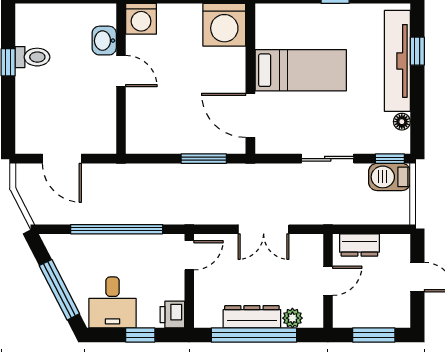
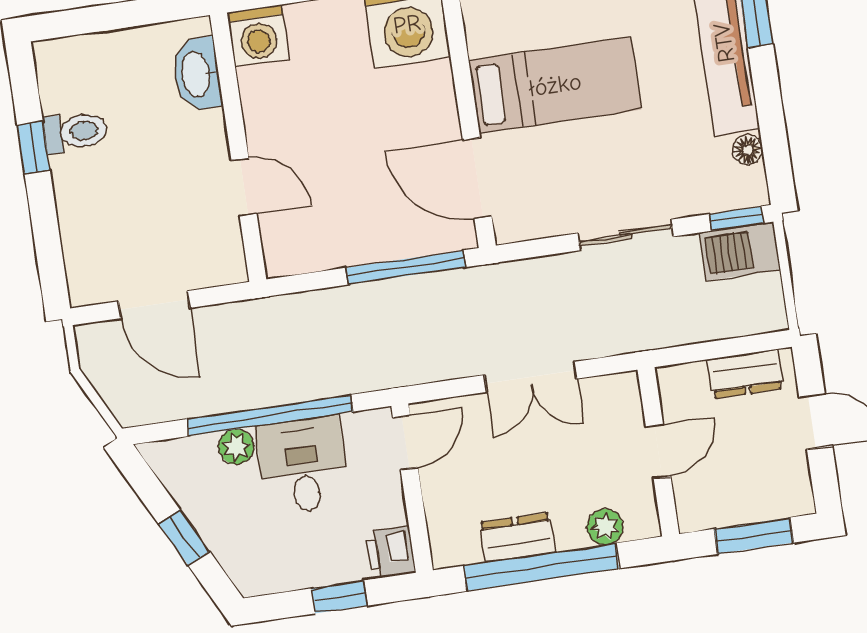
washbasin: (104, 41) -> (197, 74), width x1.38
door: (121, 71) -> (244, 187), moved
window: (204, 159) -> (406, 267), width x1.44
plant: (96, 244) -> (236, 447), added
dresser: (359, 245) -> (745, 374), moved
window: (59, 290) -> (184, 538), width x0.46
desk: (112, 302) -> (303, 465), moved, turned 180
dresser: (252, 317) -> (517, 538), width x0.70

